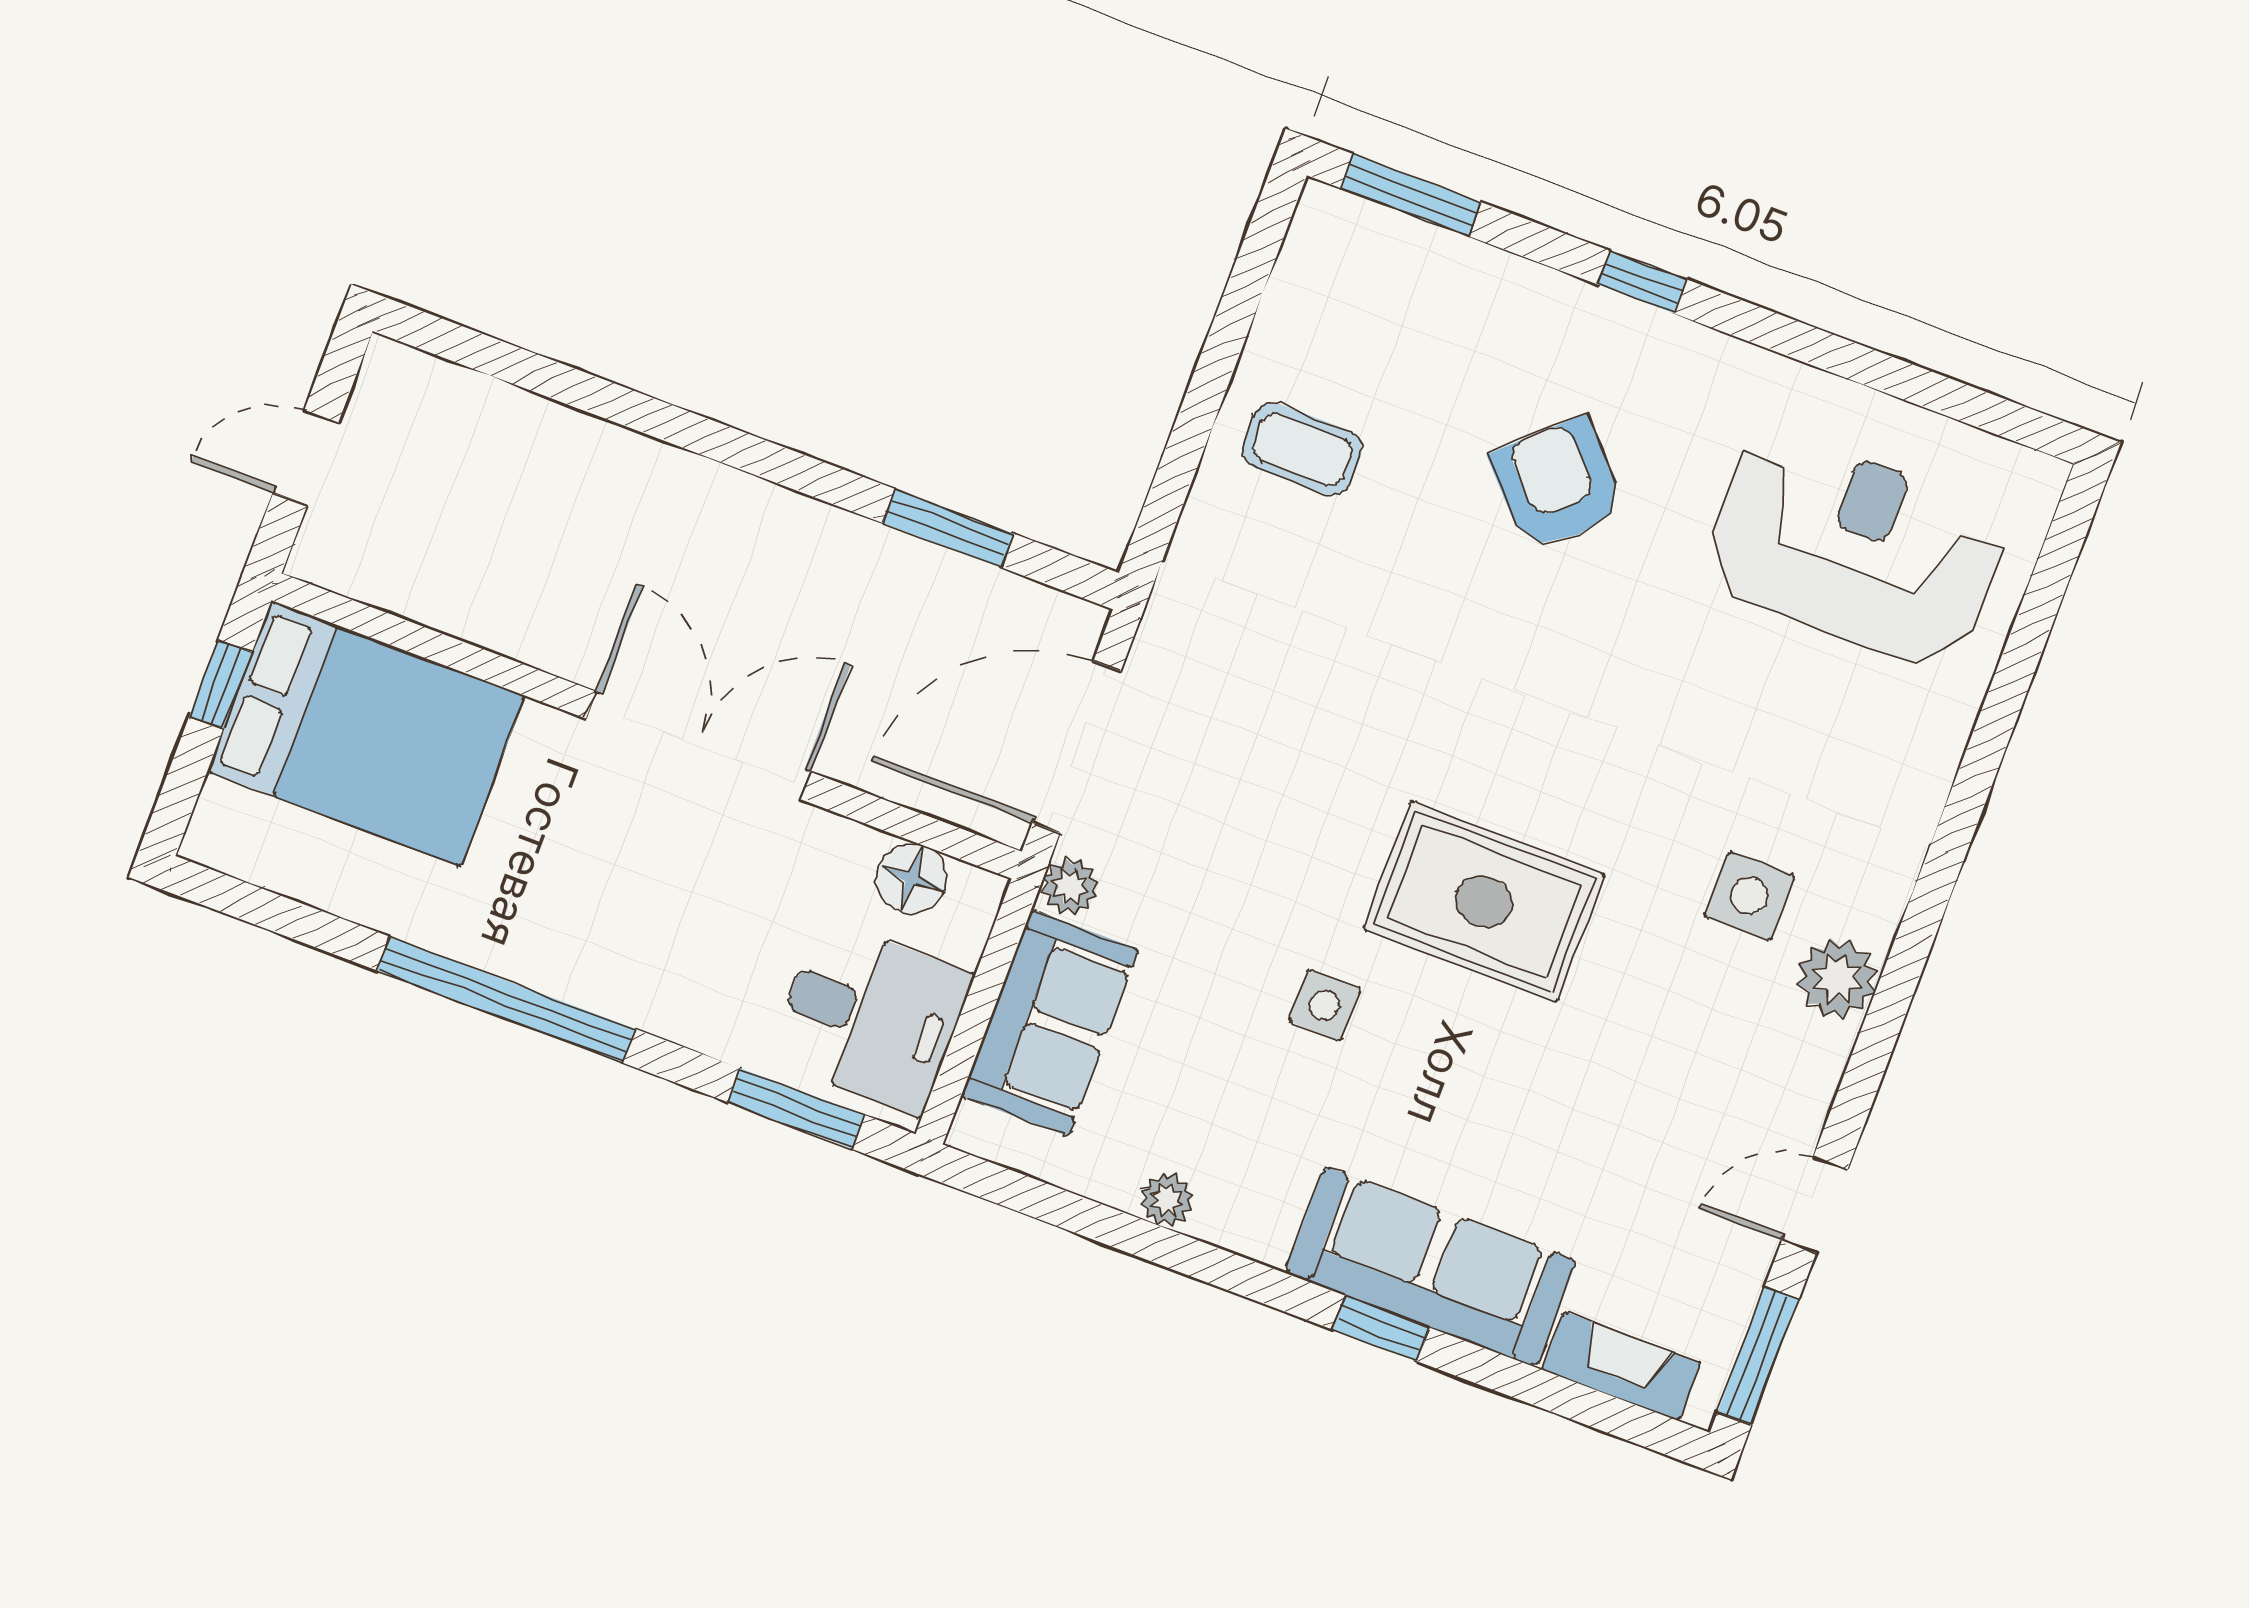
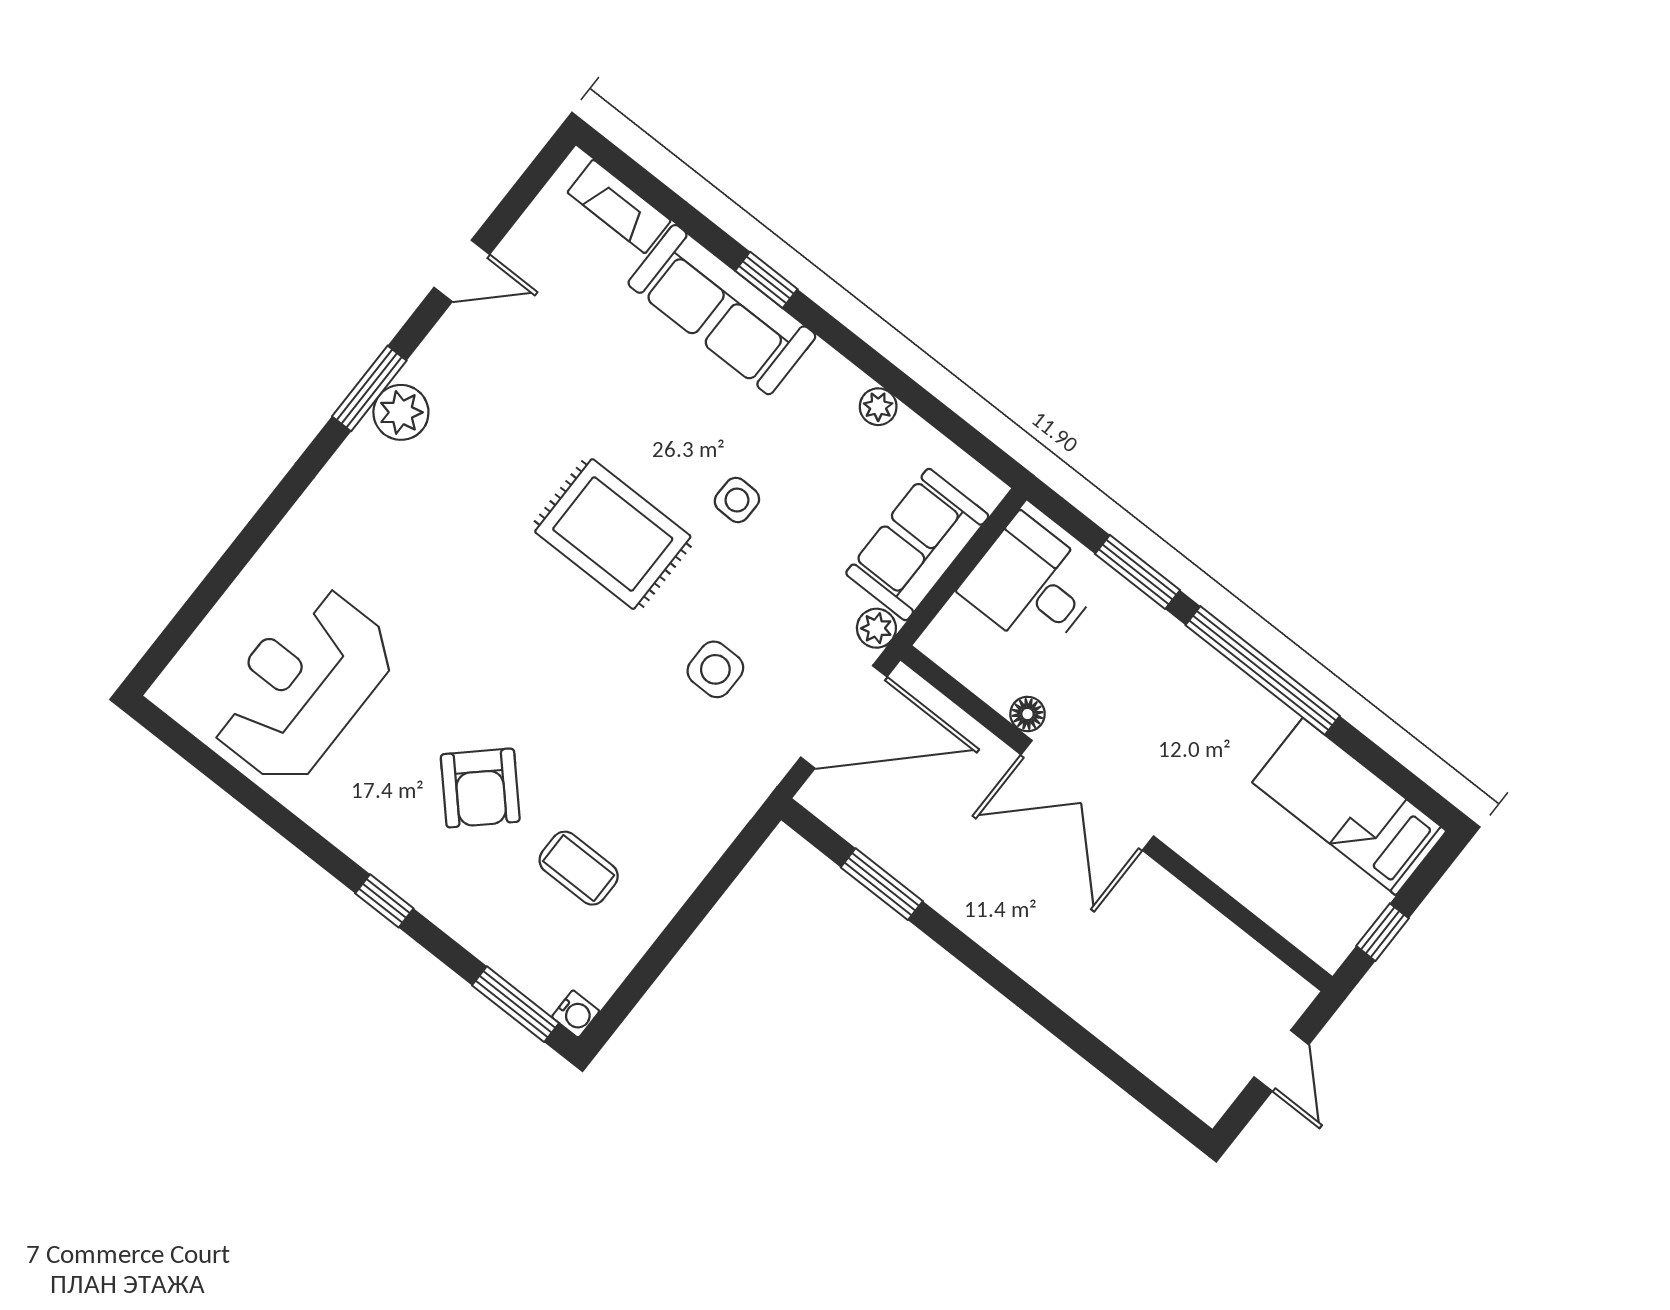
water cooler: (1322, 208) -> (576, 1014), added
coffee table: (1302, 449) -> (579, 868), moved
door: (306, 458) -> (1281, 1061), hinge flipped
reception desk: (1854, 549) -> (302, 686), turned 90
bed: (366, 734) -> (1349, 807), moved, width x0.67
floor lamp: (912, 878) -> (1027, 714), moved, width x0.73, depth x0.73
side table: (1749, 896) -> (715, 669), moved
window: (796, 1109) -> (1137, 572), moved
window: (1758, 1356) -> (369, 388), moved

